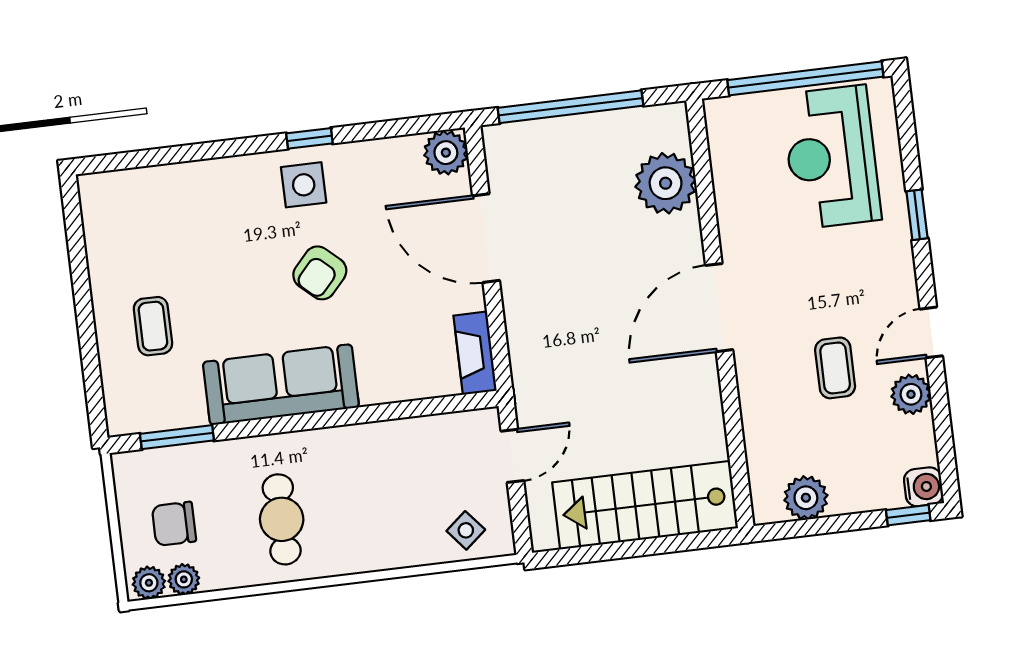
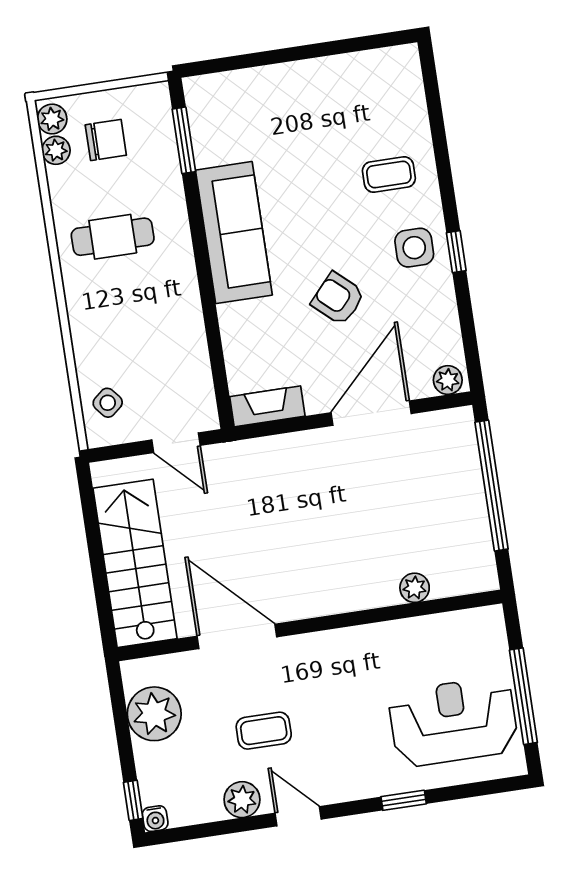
window: (805, 78) -> (523, 696), width x0.68
plant: (446, 153) -> (448, 380), width x0.73, depth x0.73
plant: (666, 183) -> (415, 588), width x0.53, depth x0.53
armchair: (320, 273) -> (338, 299), moved
door: (719, 308) -> (237, 636), moved
coffee table: (153, 326) -> (389, 175), moved
water cooler: (923, 487) -> (155, 819), width x0.72, depth x0.72
plant: (806, 498) -> (154, 714), width x1.36, depth x1.36
chair: (174, 524) -> (106, 140), turned 90

